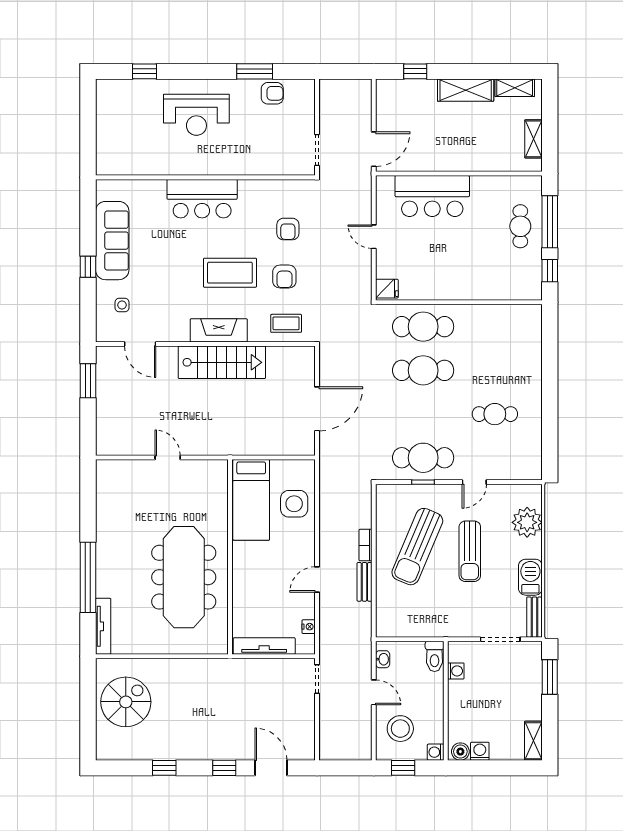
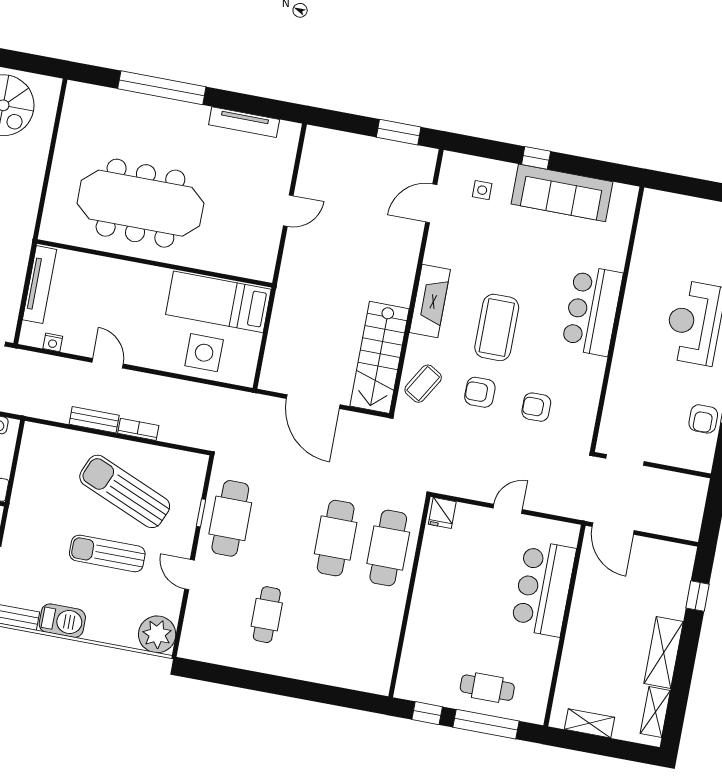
coffee table: (286, 323) -> (423, 384), turned 31
stairs: (222, 362) -> (380, 357), moved
plant: (527, 522) -> (157, 634), moved
tv unit: (103, 626) -> (244, 122), moved

